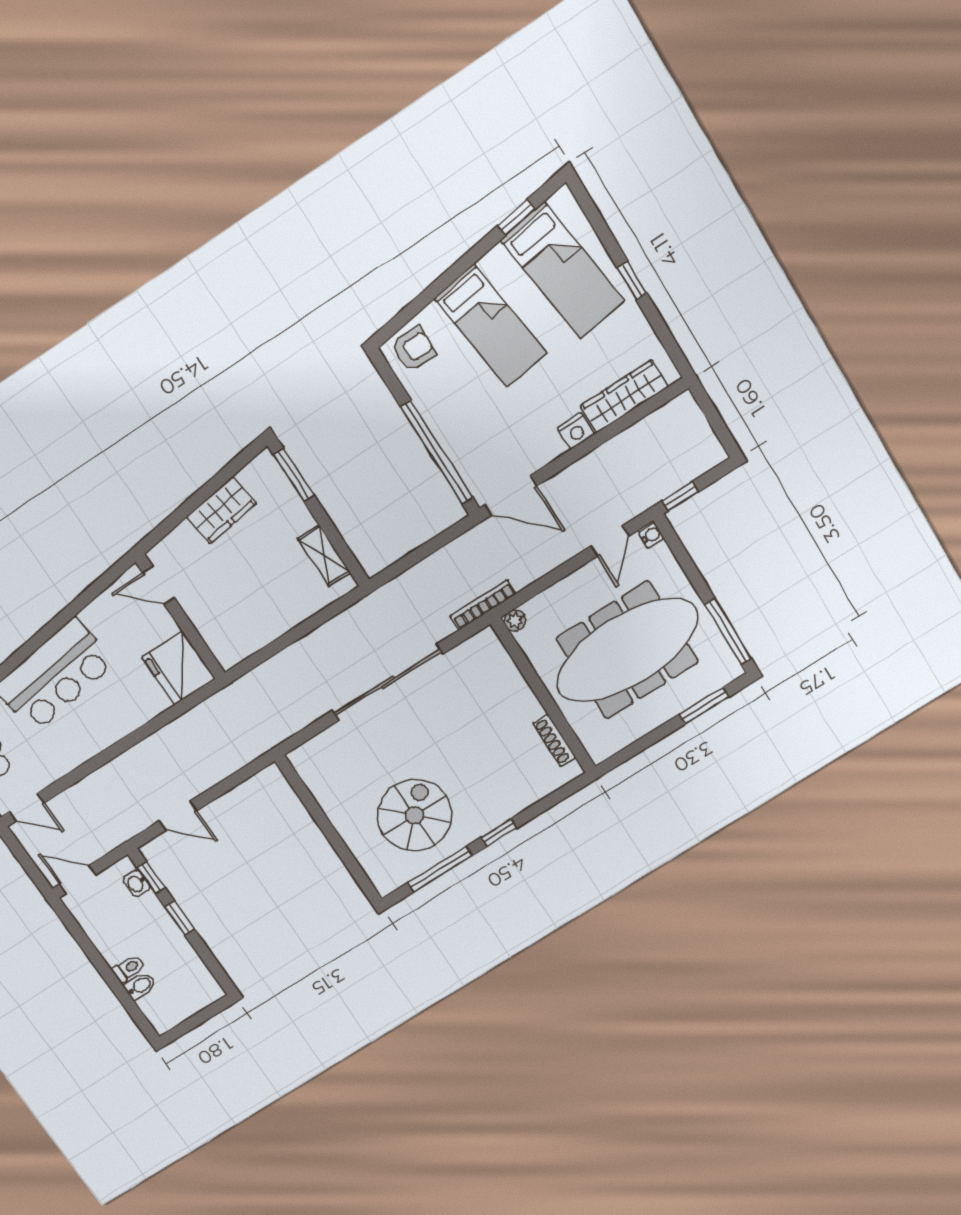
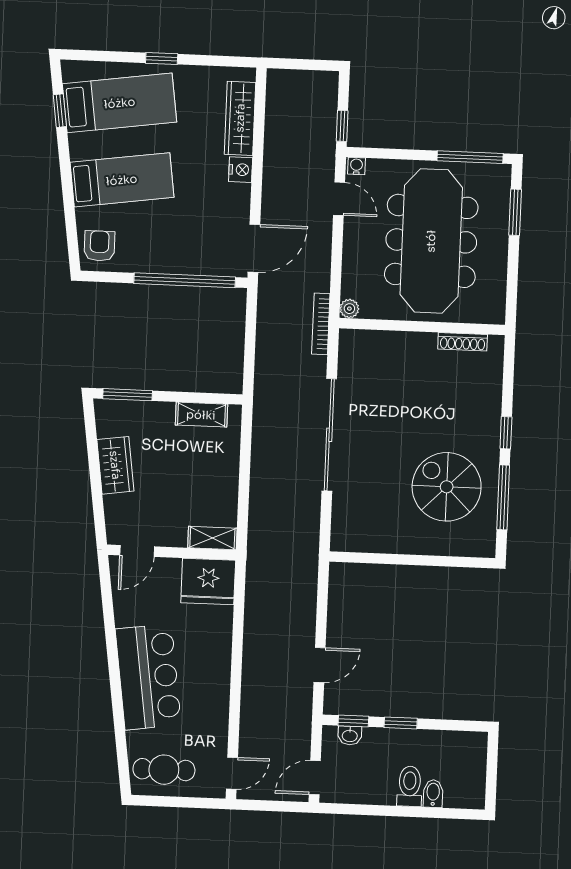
shelving: (220, 644) -> (212, 538), added
toilet: (128, 968) -> (410, 786), width x1.37, depth x1.39

